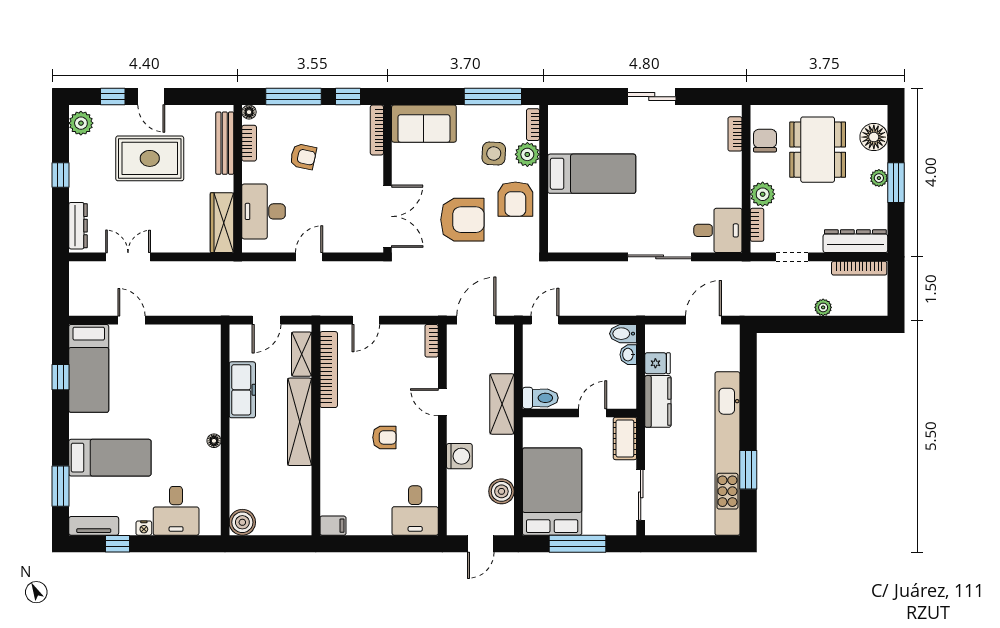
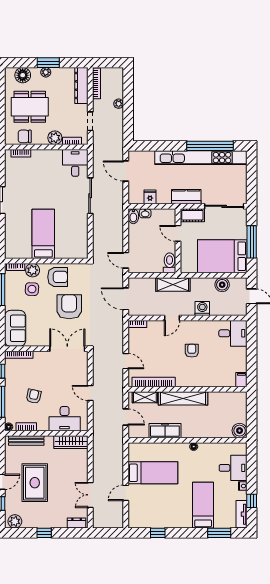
dresser: (78, 226) -> (77, 523), width x0.70
bed: (89, 368) -> (153, 473), moved
kitchen counter: (658, 401) -> (186, 197), moved
window: (748, 470) -> (210, 146), width x2.11
sliding door: (641, 495) -> (224, 206), width x1.37

